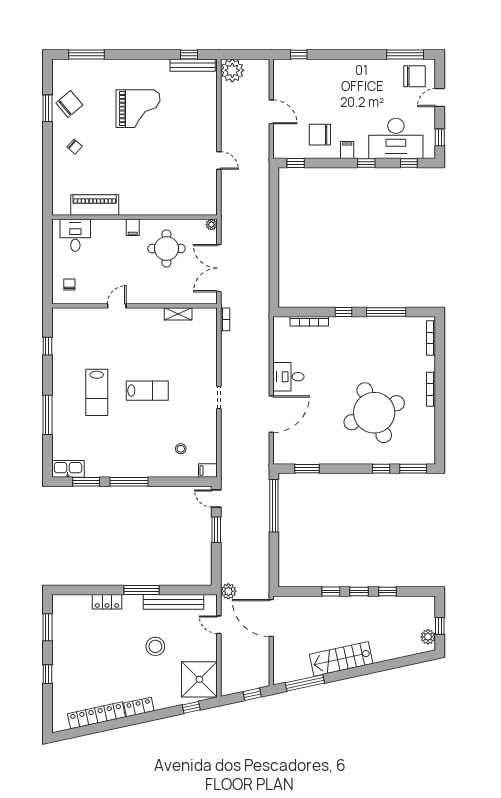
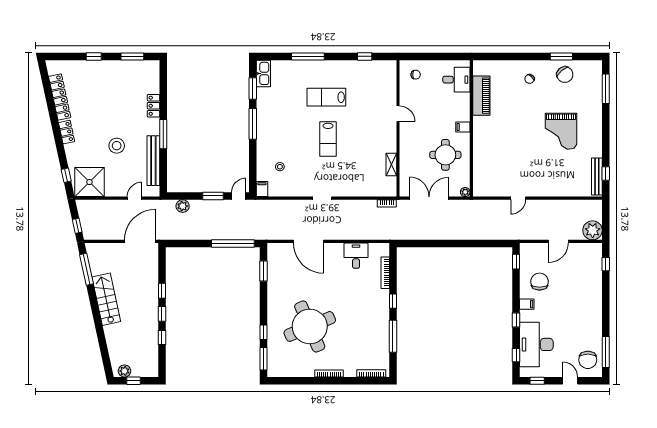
plant: (232, 70) -> (593, 230), moved
desk: (288, 377) -> (356, 256), moved
plant: (228, 591) -> (183, 206), moved

